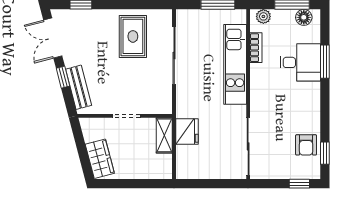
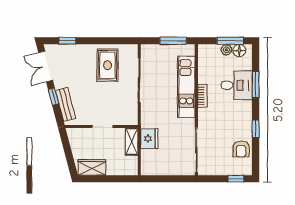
plant: (263, 16) -> (226, 50), moved
bookcase: (256, 48) -> (202, 96), moved
window: (325, 153) -> (256, 129), moved
wardrobe: (100, 159) -> (92, 167), moved, turned -75

